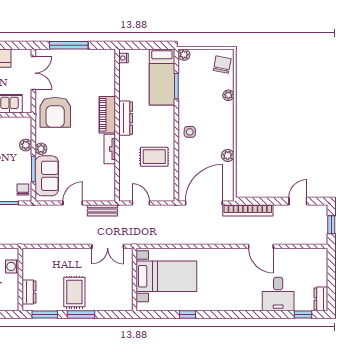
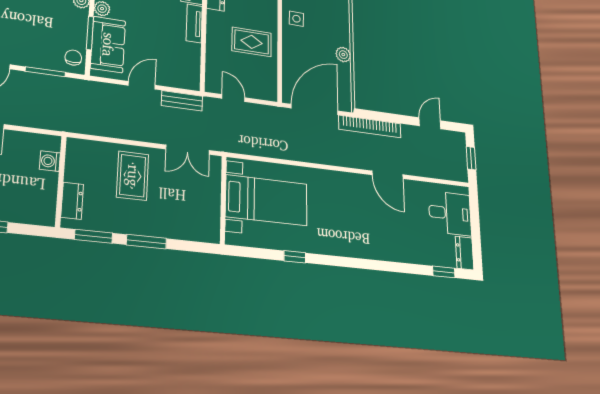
rug: (74, 292) -> (133, 176), moved
desk: (278, 294) -> (450, 213), moved, turned -90

